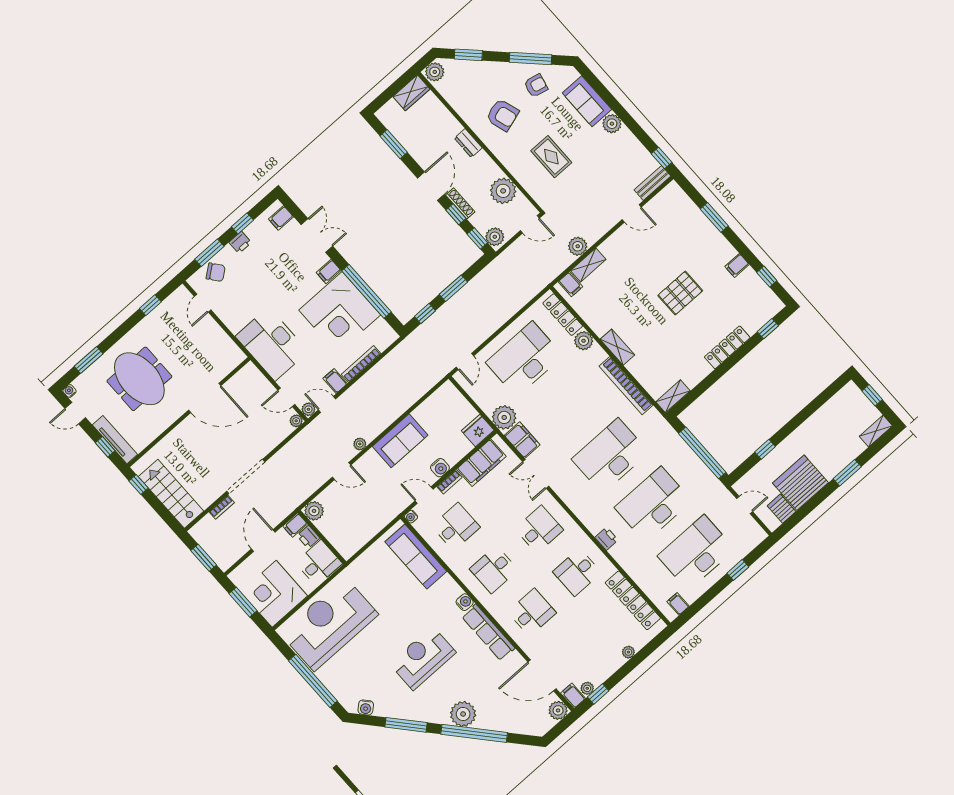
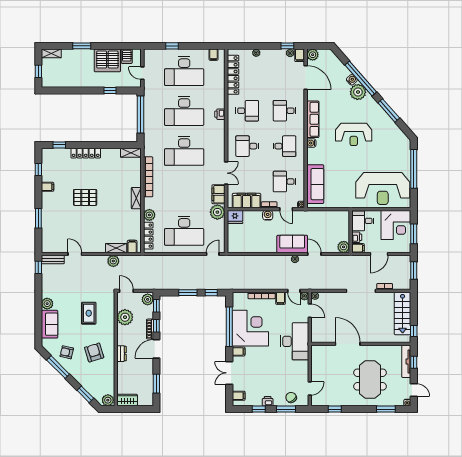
sofa: (400, 441) -> (292, 244), moved
water cooler: (366, 707) -> (352, 80), moved

